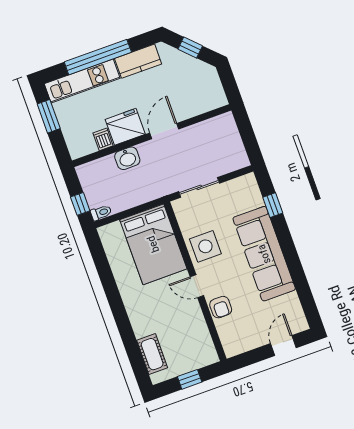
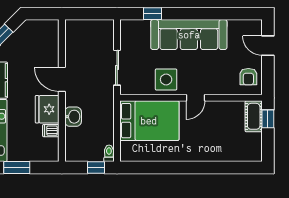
armchair: (221, 307) -> (248, 77), moved, turned 90
cot: (152, 354) -> (254, 116), moved, turned 90
window: (190, 379) -> (268, 119), moved

